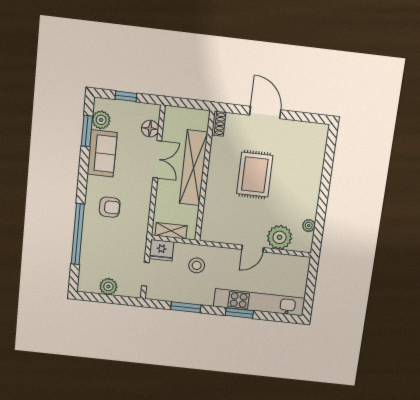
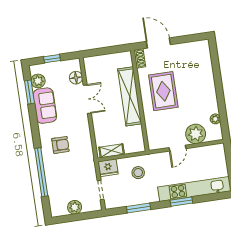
shoe rack: (219, 124) -> (140, 58), moved
shelving: (193, 168) -> (130, 96), moved
wall: (205, 176) -> (140, 101), moved

